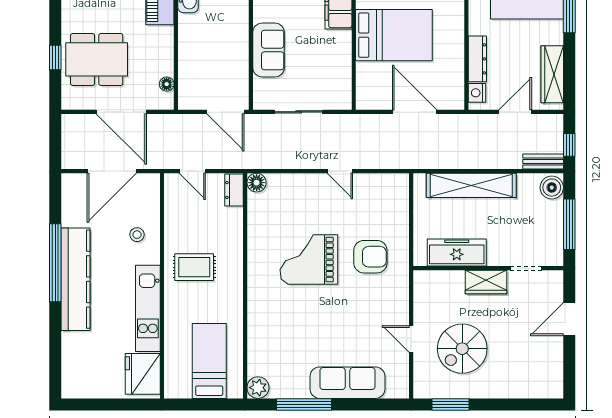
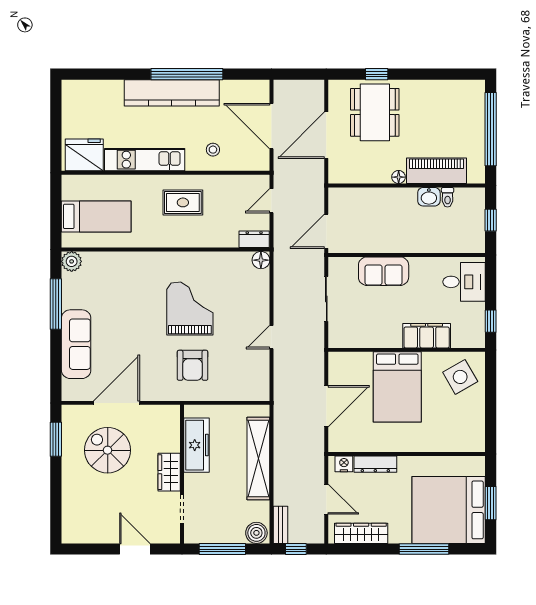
floor lamp: (167, 84) -> (399, 177), moved
rug: (194, 267) -> (183, 202), turned 90
door: (411, 339) -> (116, 403), width x1.87

